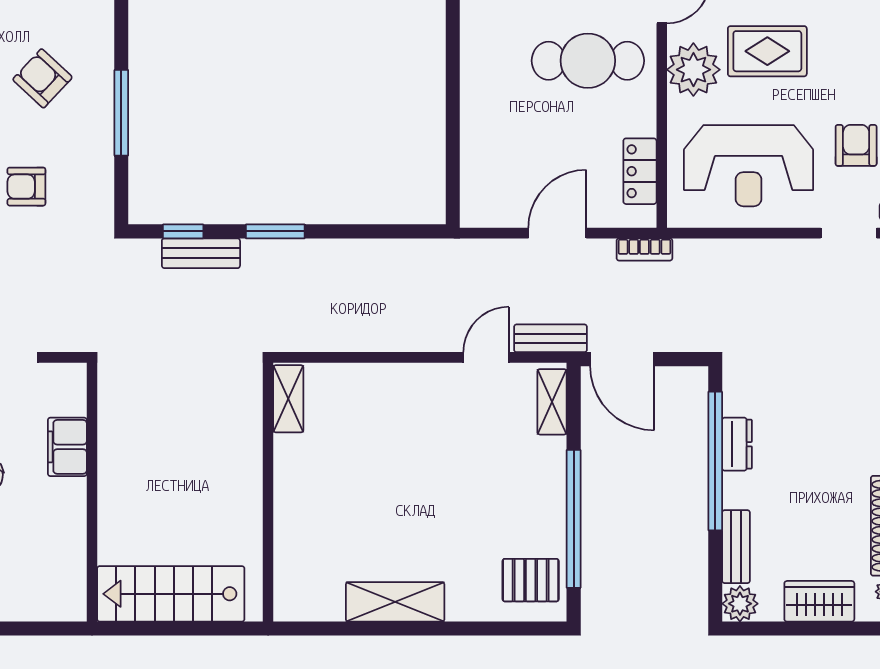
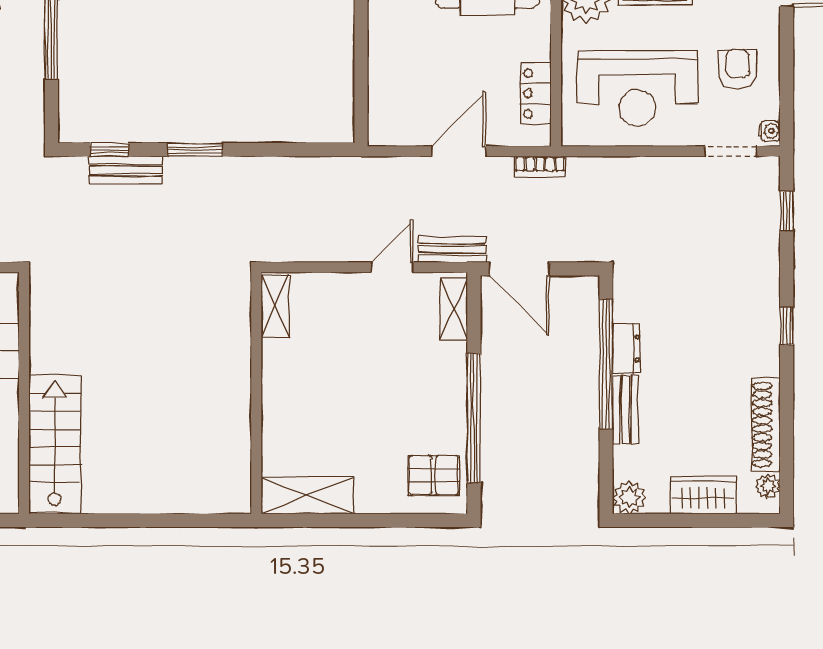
shelving: (288, 399) -> (275, 306), moved
wall: (268, 492) -> (256, 393), moved
bench: (736, 547) -> (625, 410), moved
stairs: (171, 594) -> (55, 444), moved, turned 90

